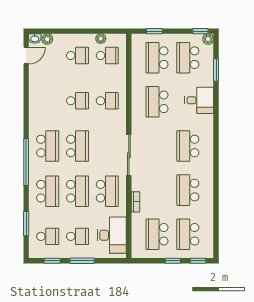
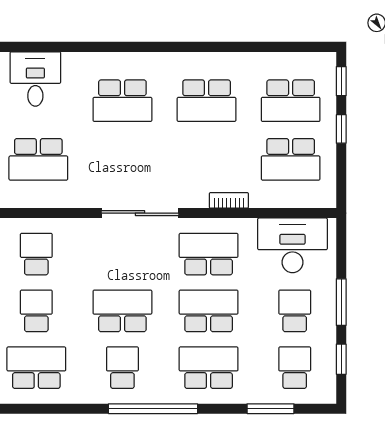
school desk: (48, 101) -> (36, 368), added
school desk: (48, 146) -> (122, 368), width x0.54

